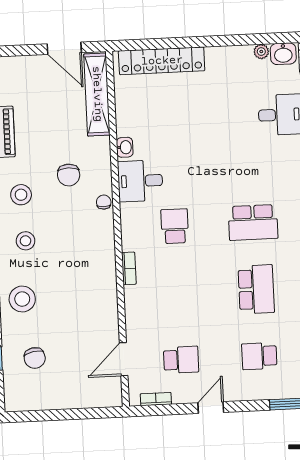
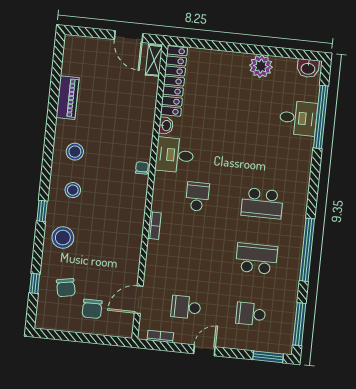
plant: (261, 52) -> (261, 66), moved, width x1.87, depth x1.87
locker: (162, 61) -> (174, 81), moved, turned -90
shelving: (97, 94) -> (154, 60), width x0.45, depth x0.75
chair: (69, 175) -> (92, 309), moved
school desk: (256, 289) -> (256, 259), turned -90
school desk: (181, 360) -> (186, 307), turned 180

